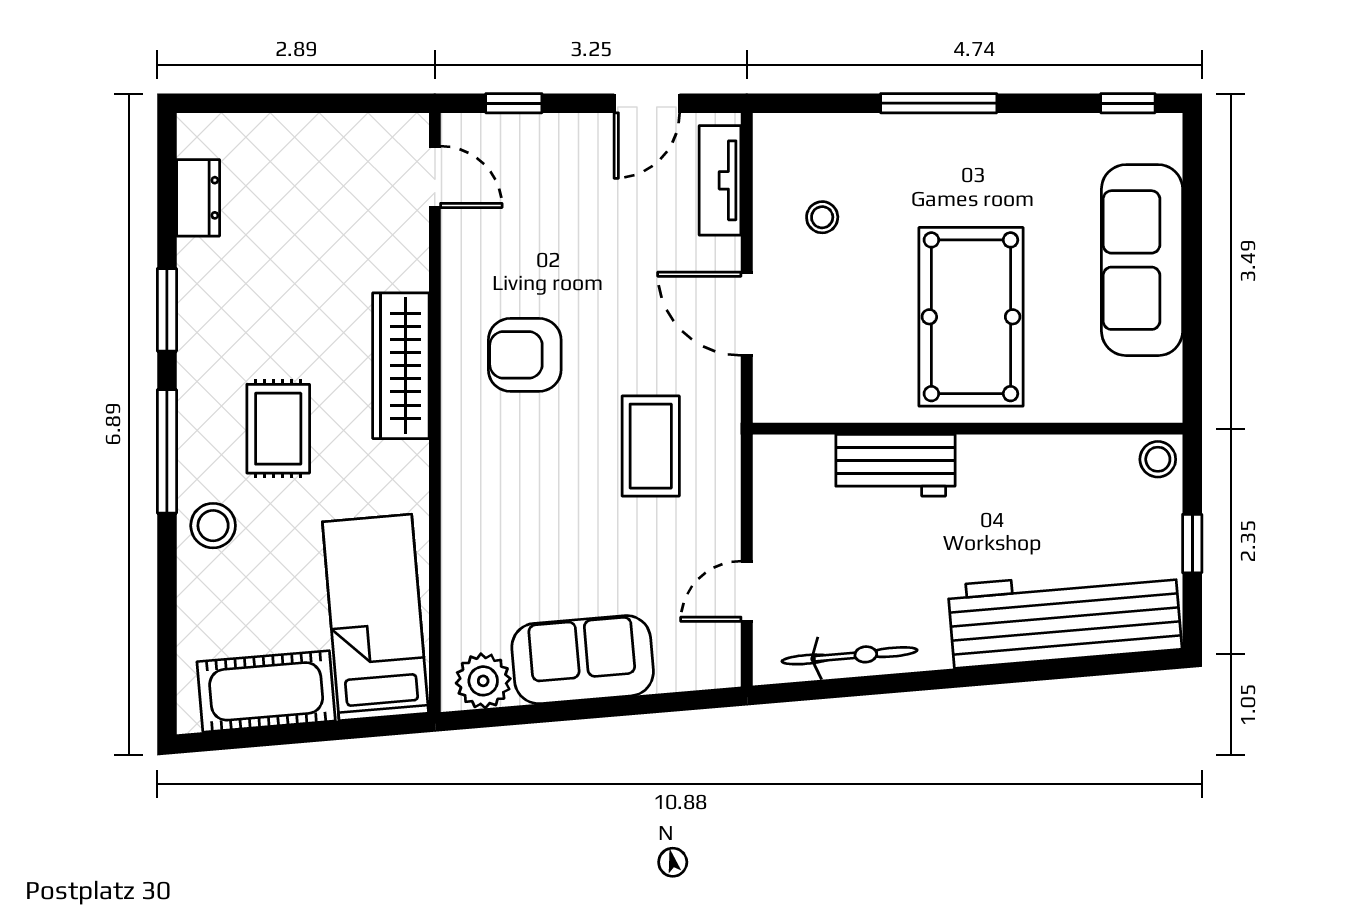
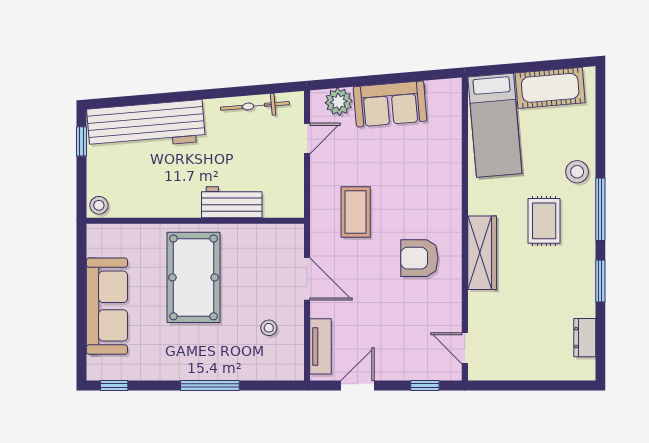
armchair: (525, 355) -> (419, 258), turned 180
window: (1192, 544) -> (82, 141), moved
plant: (483, 681) -> (339, 102), moved

